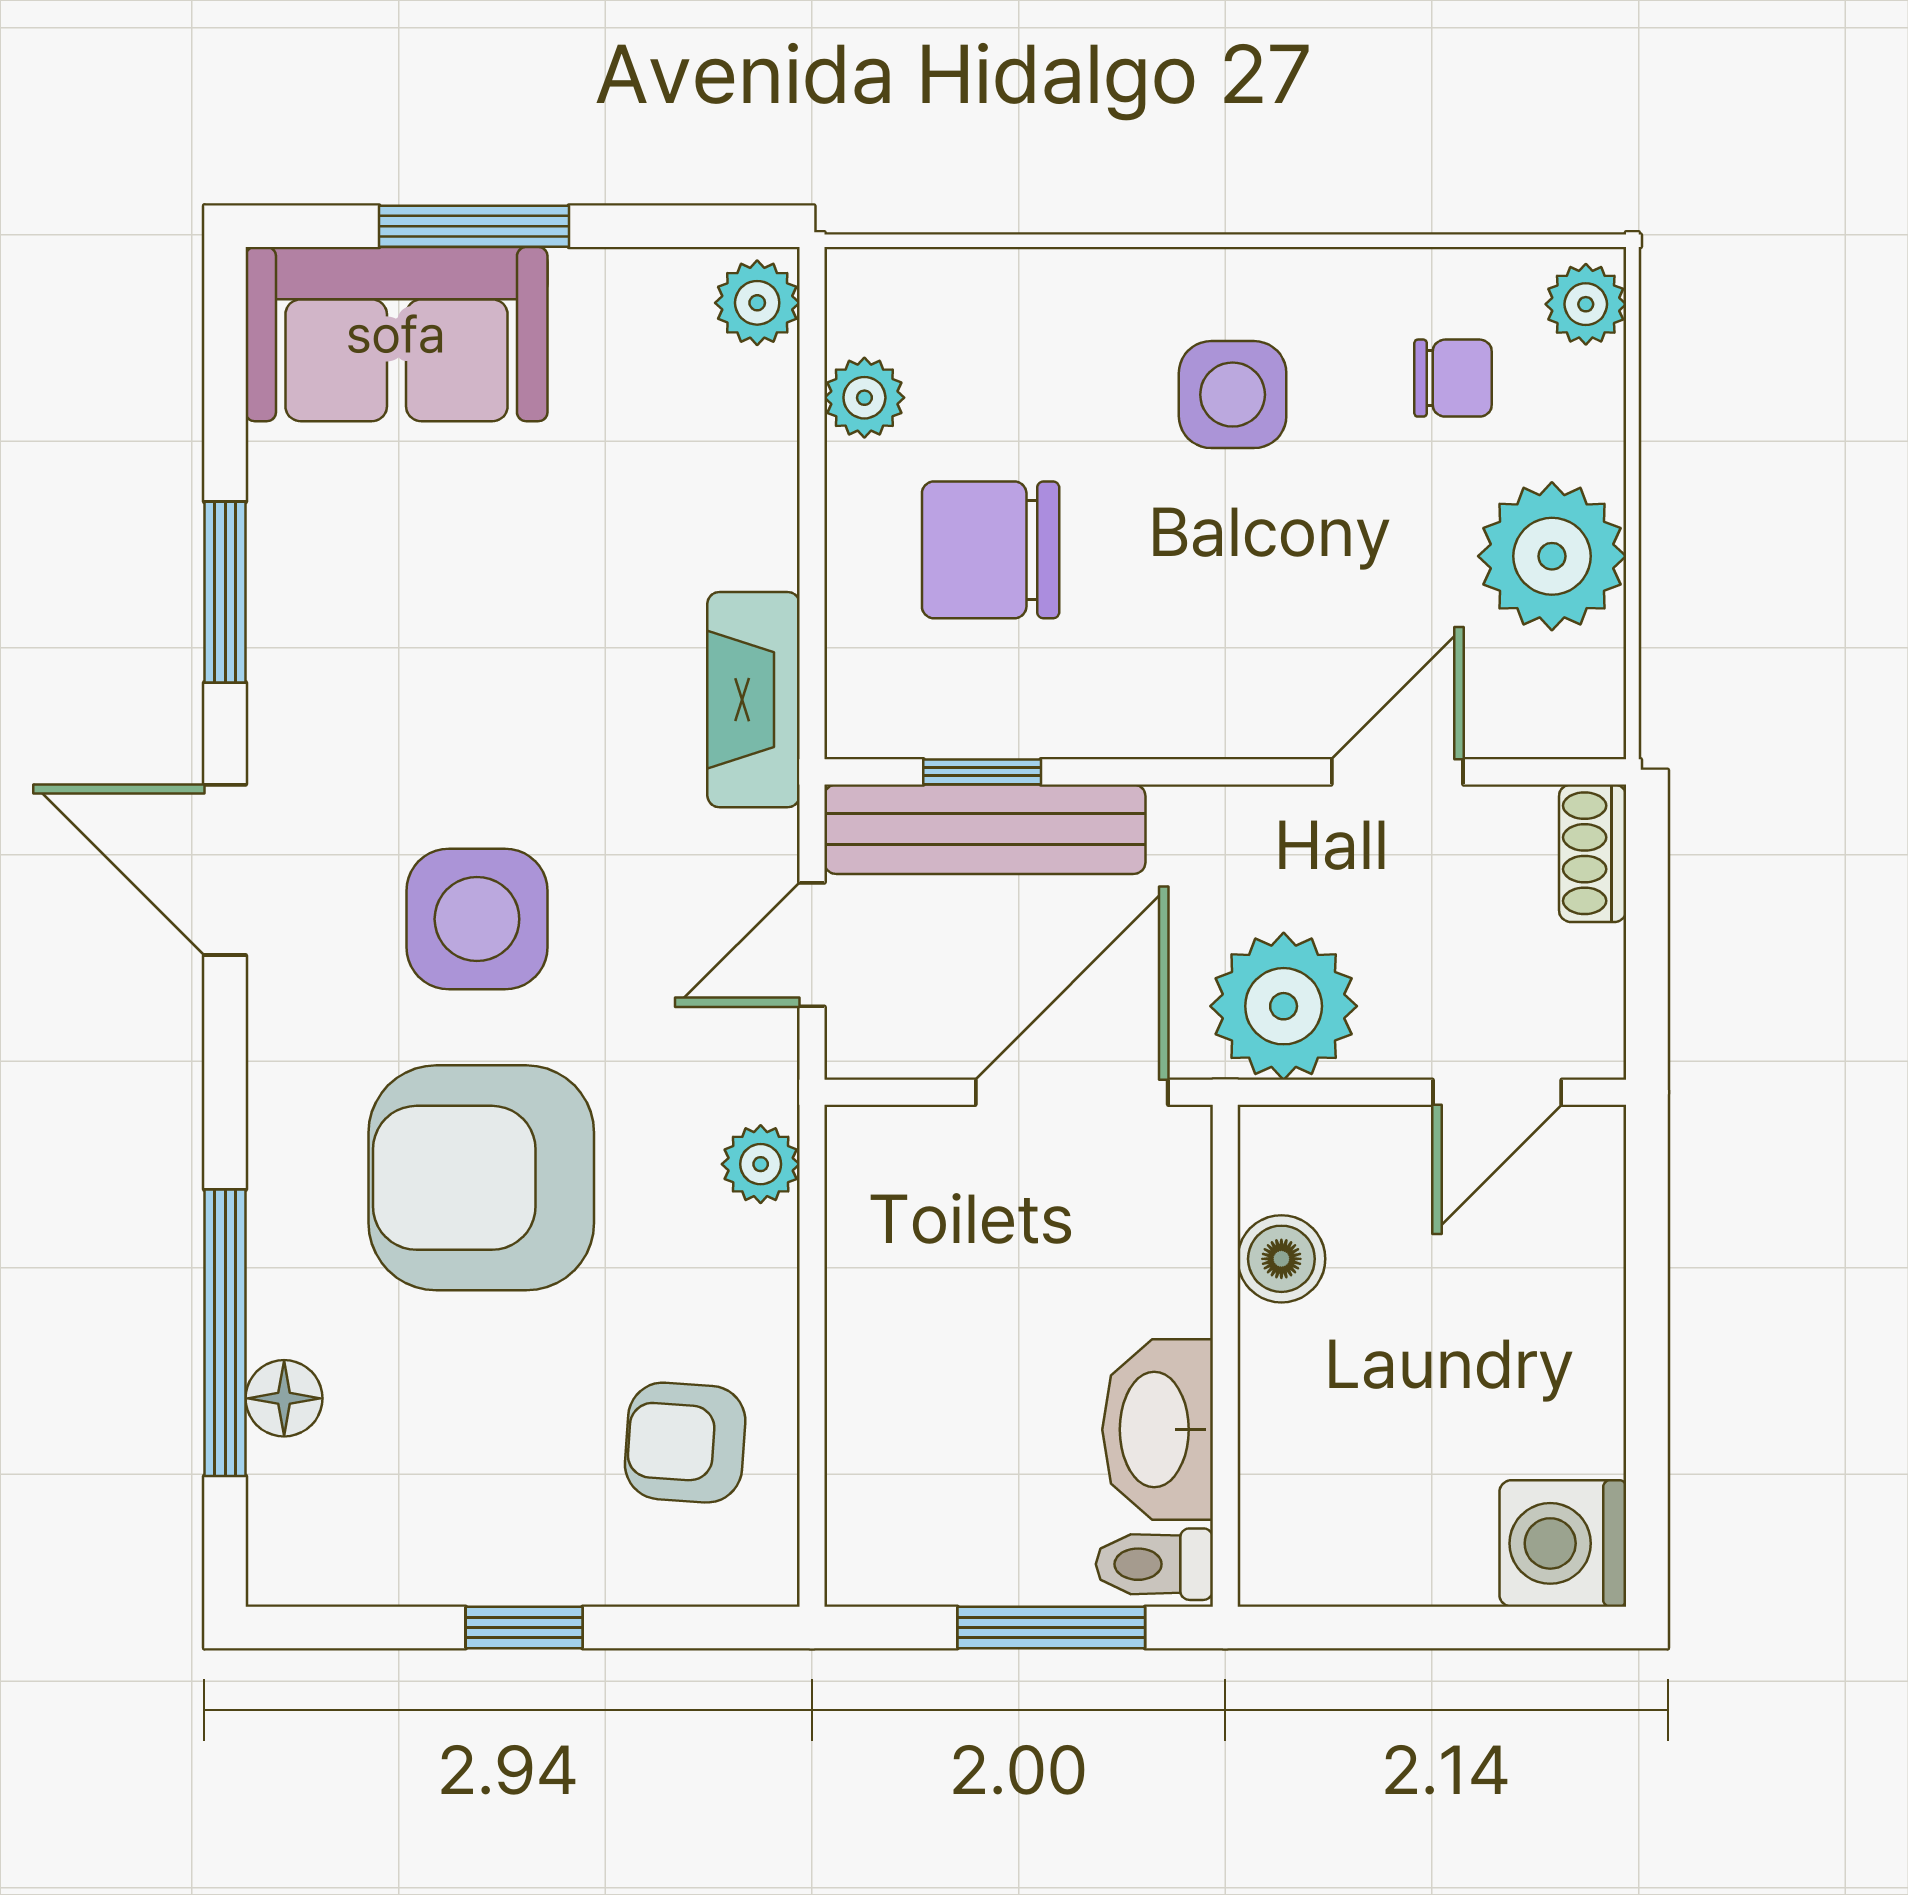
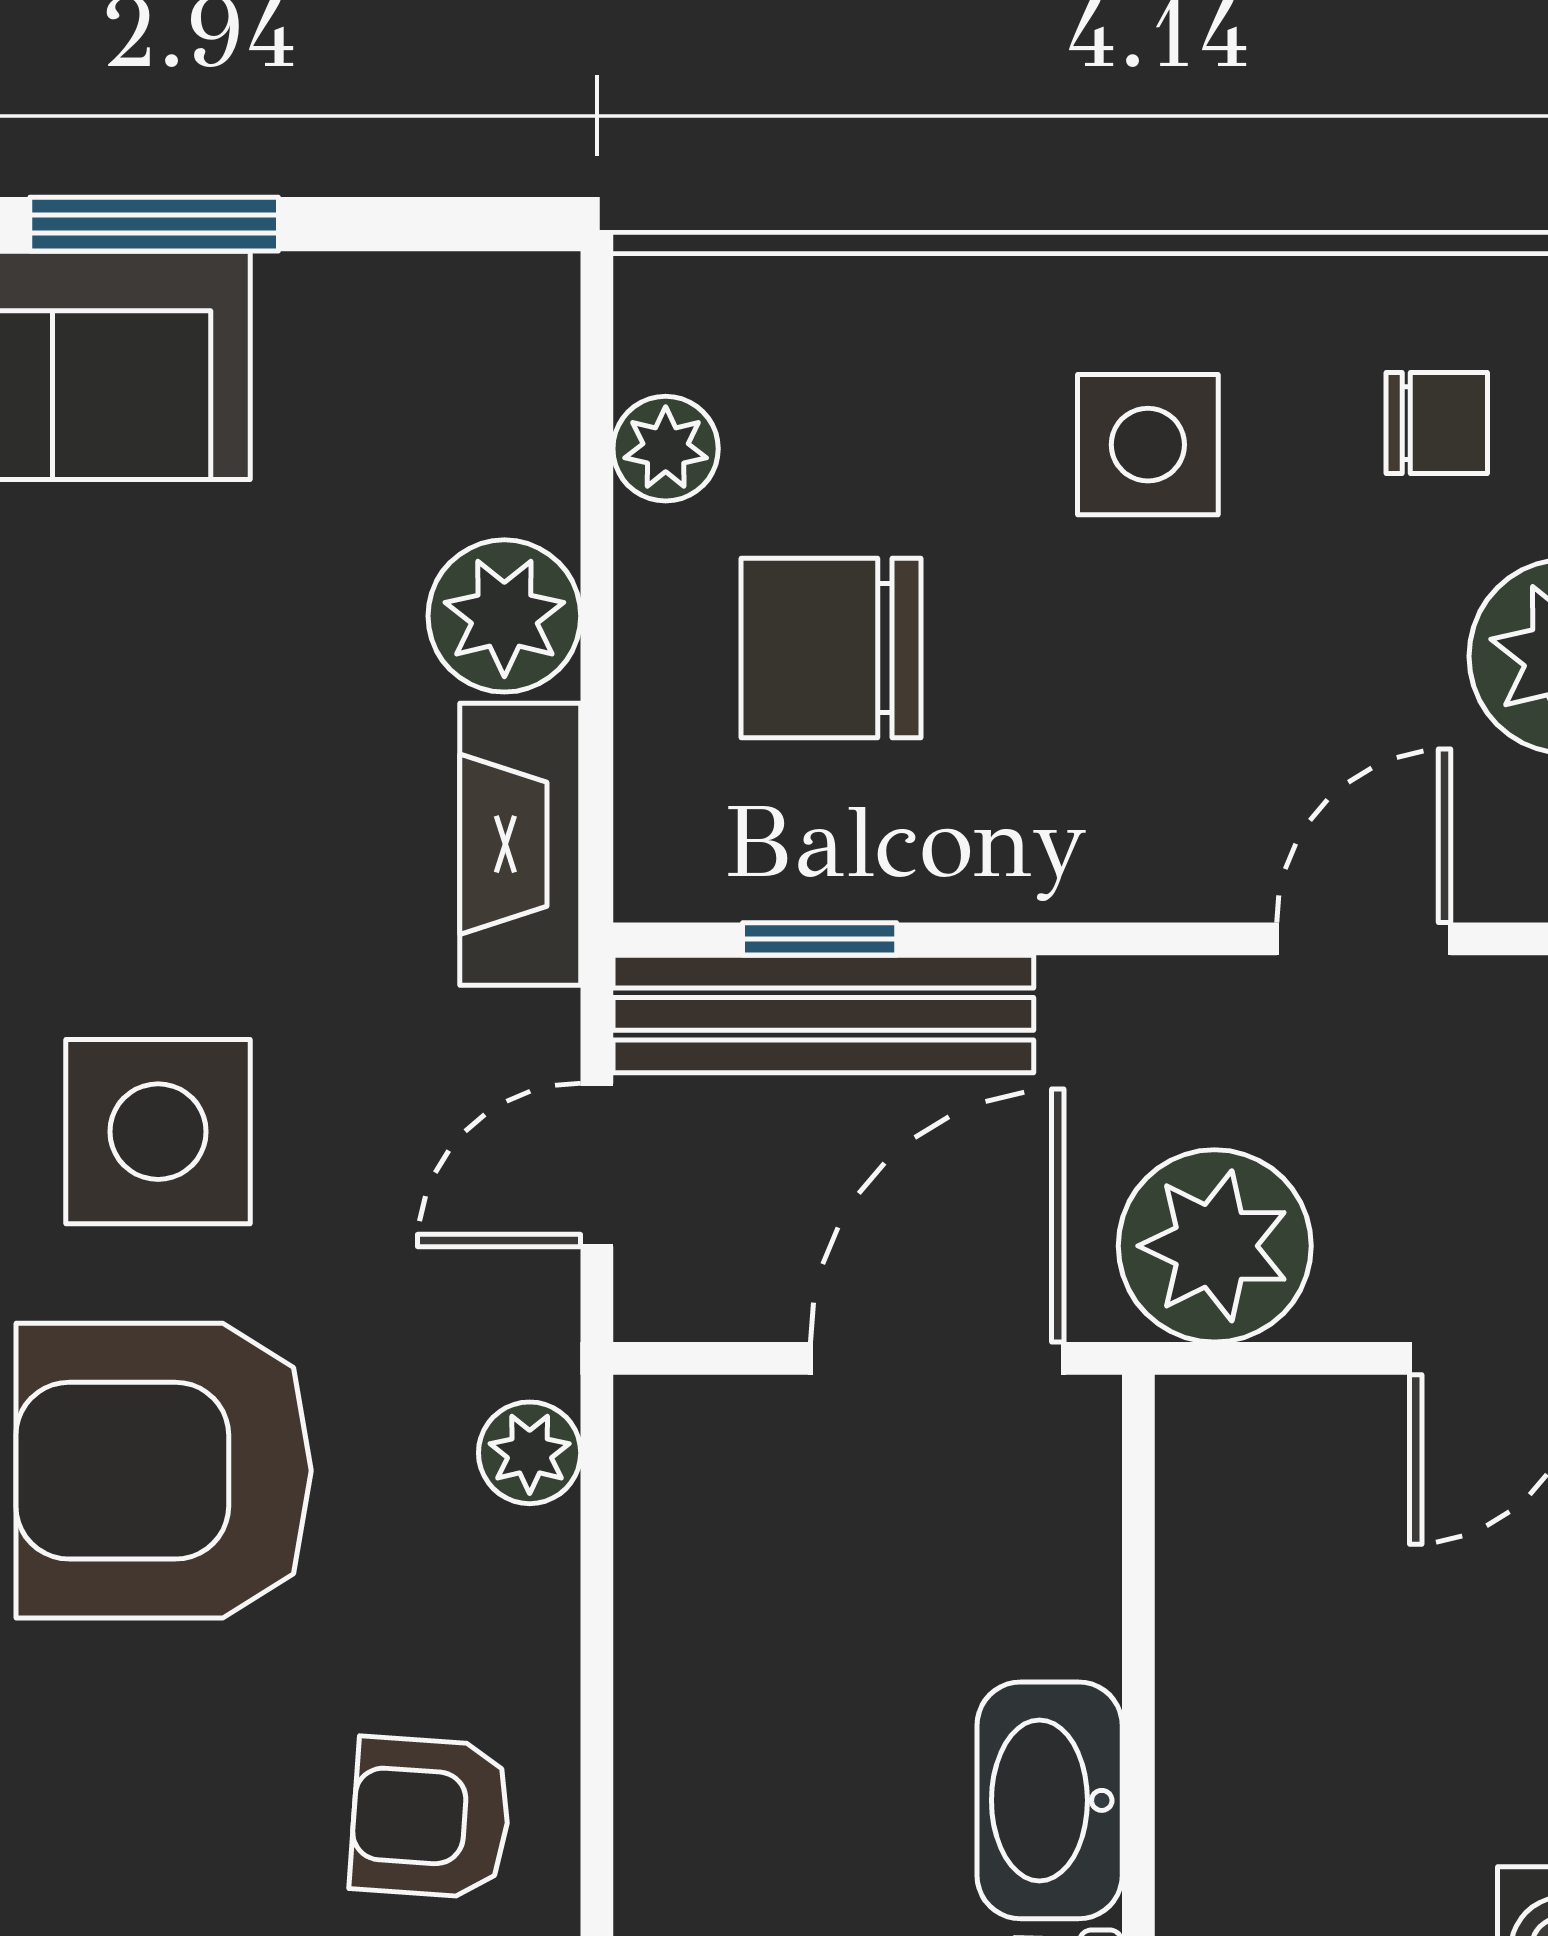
plant: (757, 303) -> (504, 616), moved, width x1.38, depth x1.38
boiler: (1281, 1259) -> (1212, 1577), removed

